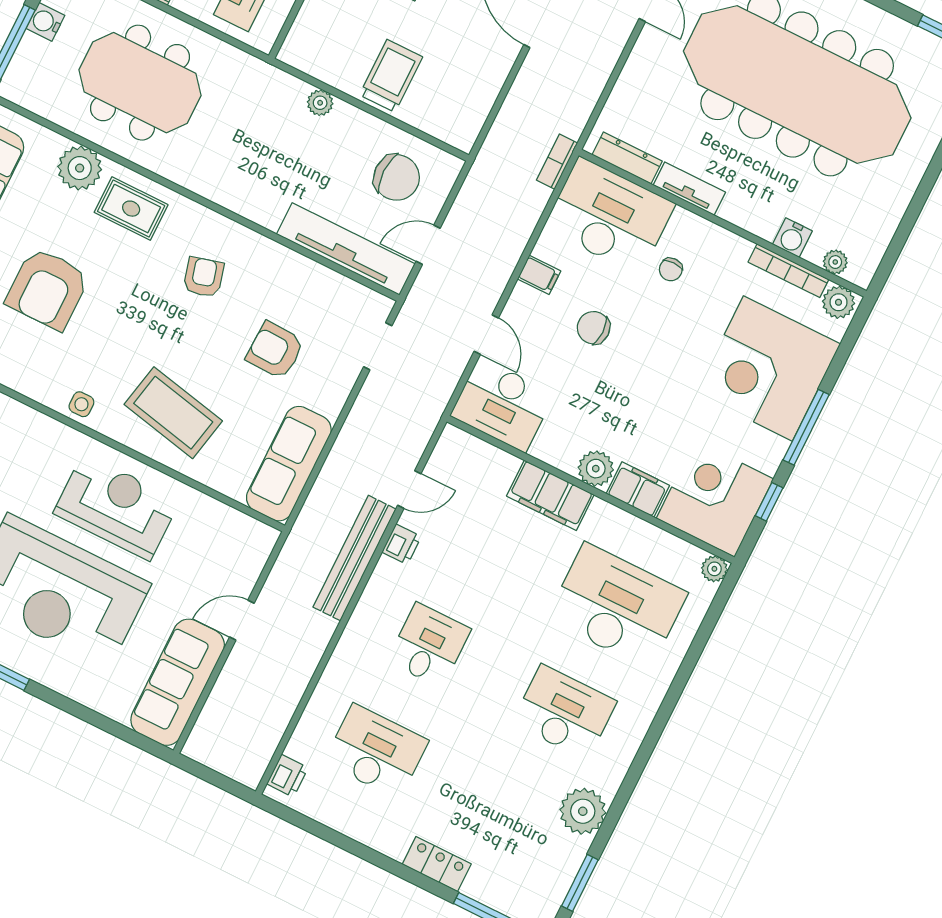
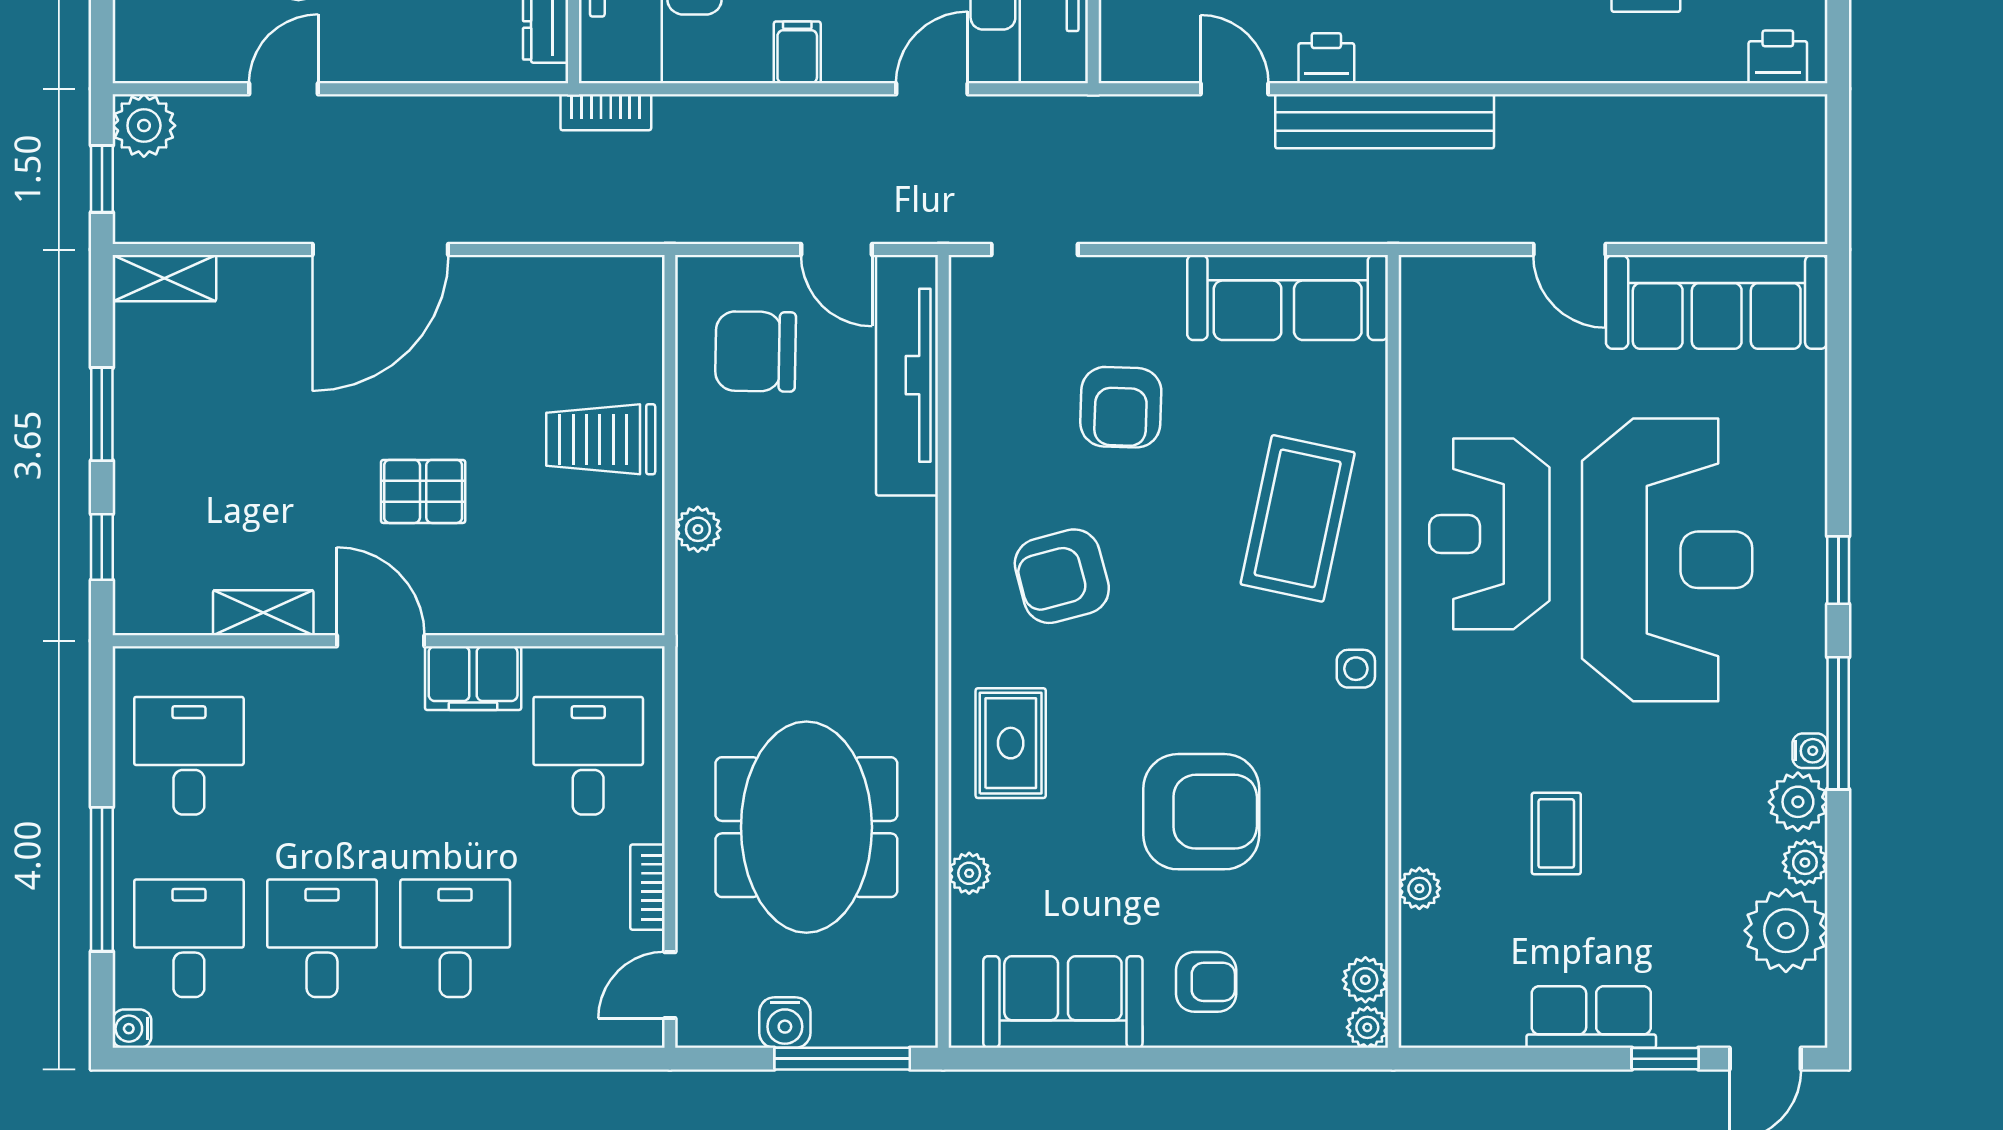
plant: (80, 168) -> (969, 873), width x0.53, depth x0.53
chair: (397, 177) -> (755, 351), turned -89
armchair: (204, 277) -> (1062, 576), width x1.38, depth x1.38

